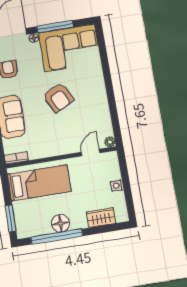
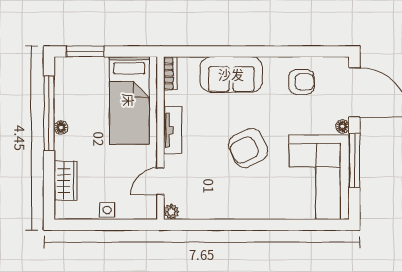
tv unit: (55, 150) -> (173, 130), added
door: (91, 153) -> (160, 181), swing flipped
floor lamp: (60, 223) -> (61, 127), width x0.53, depth x0.53

